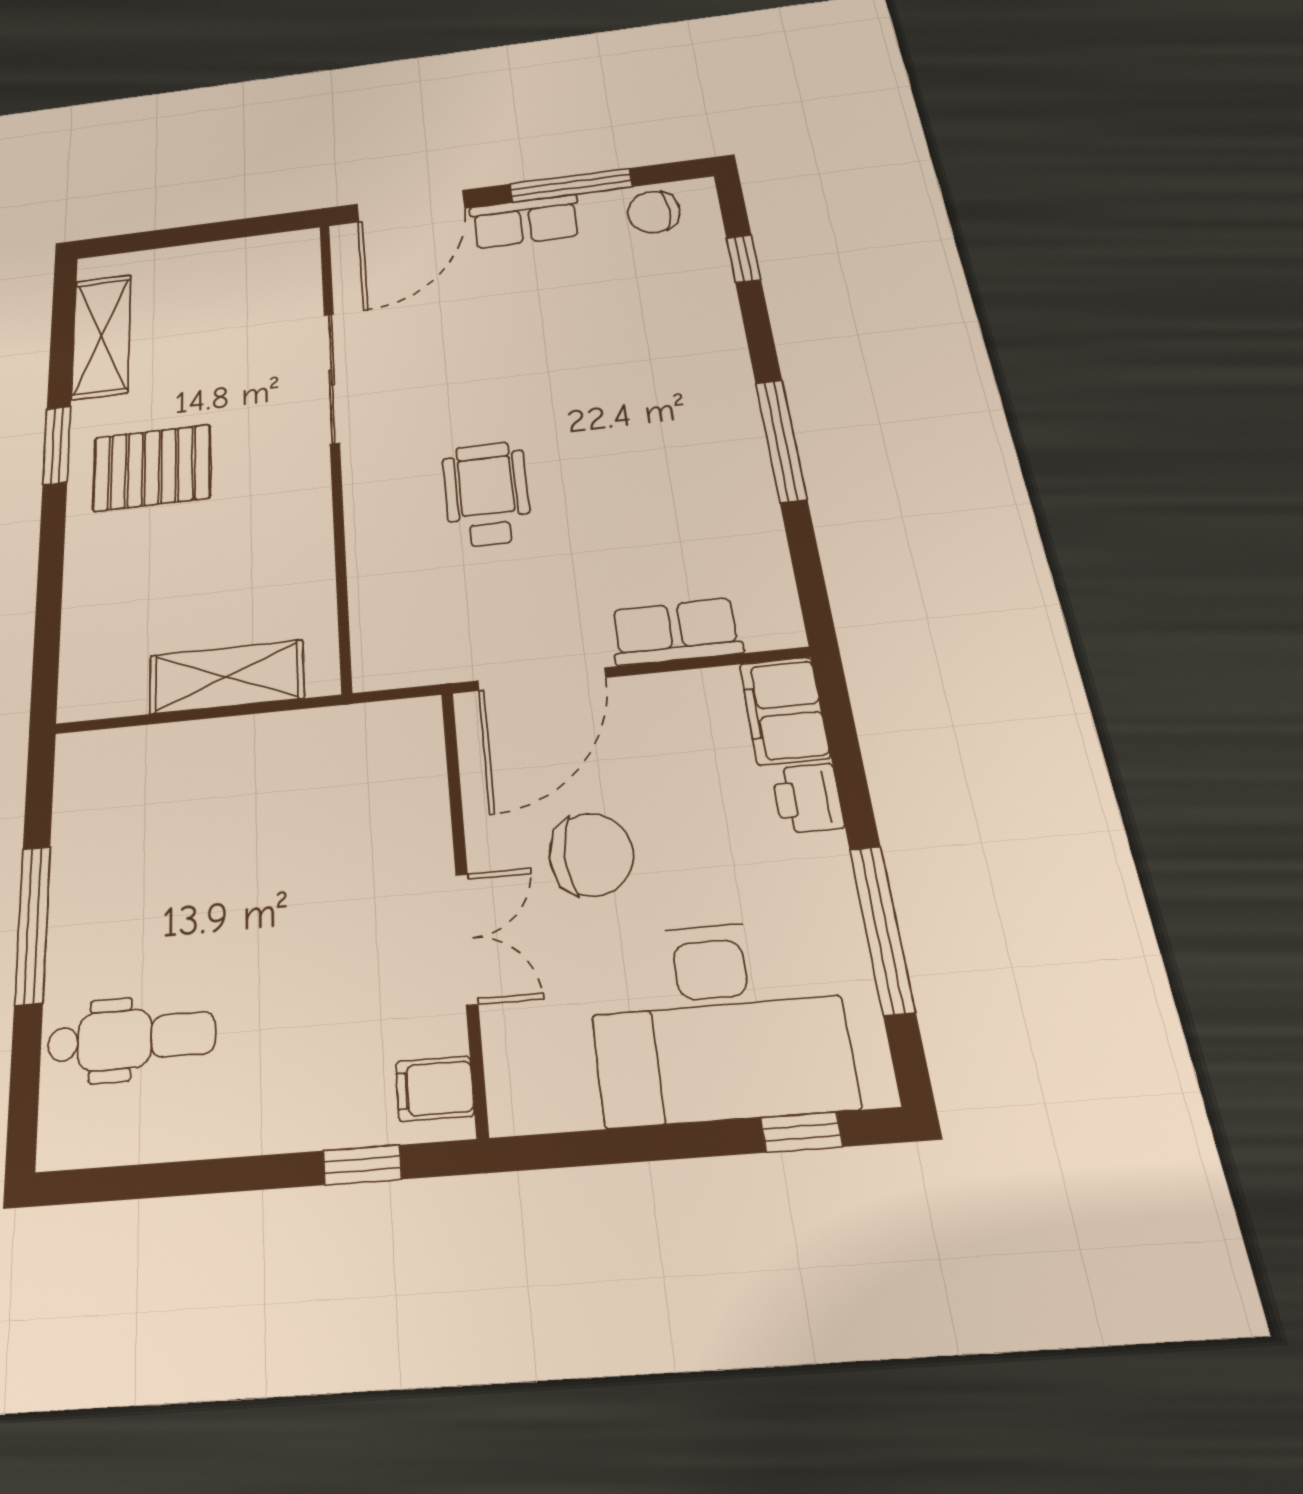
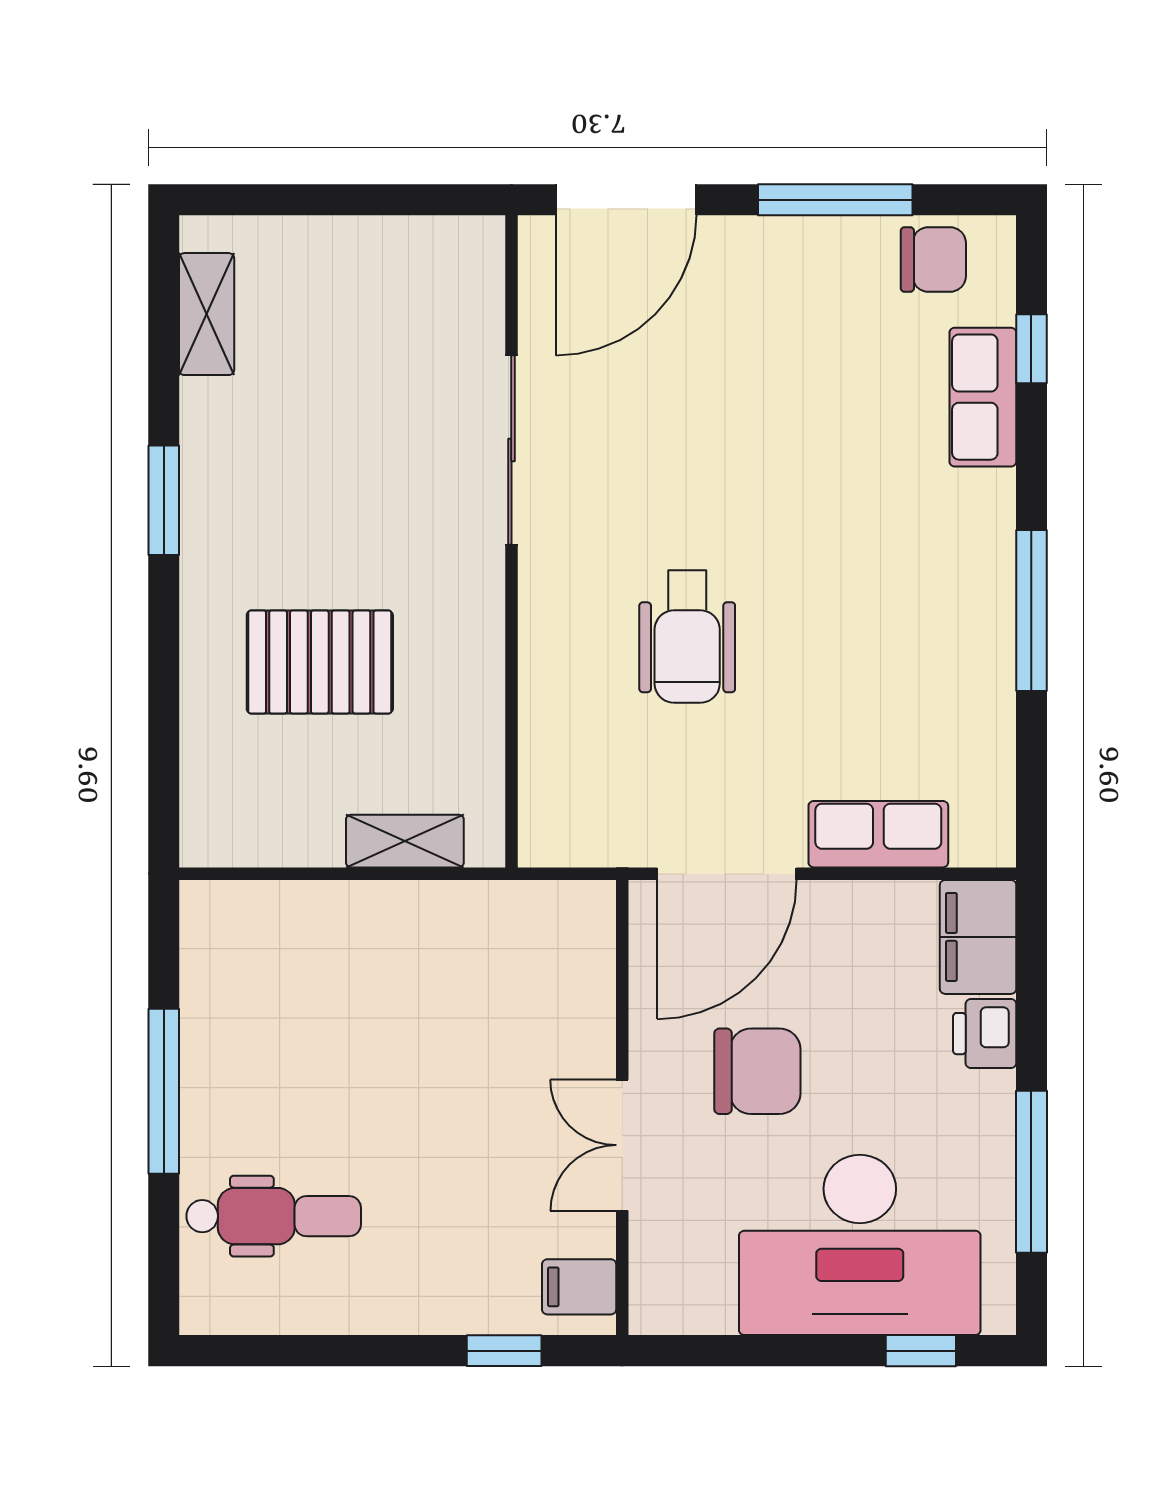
chair: (654, 212) -> (933, 259), turned 180
row of seats: (525, 221) -> (983, 397), moved, turned 90
shelving: (101, 336) -> (207, 314), width x0.67, depth x0.75
pallet: (152, 468) -> (320, 662), moved
wheelchair: (487, 494) -> (687, 637), turned 180
shelving: (226, 677) -> (405, 841), width x0.67, depth x0.75
double door: (467, 938) -> (622, 1145), swing flipped

